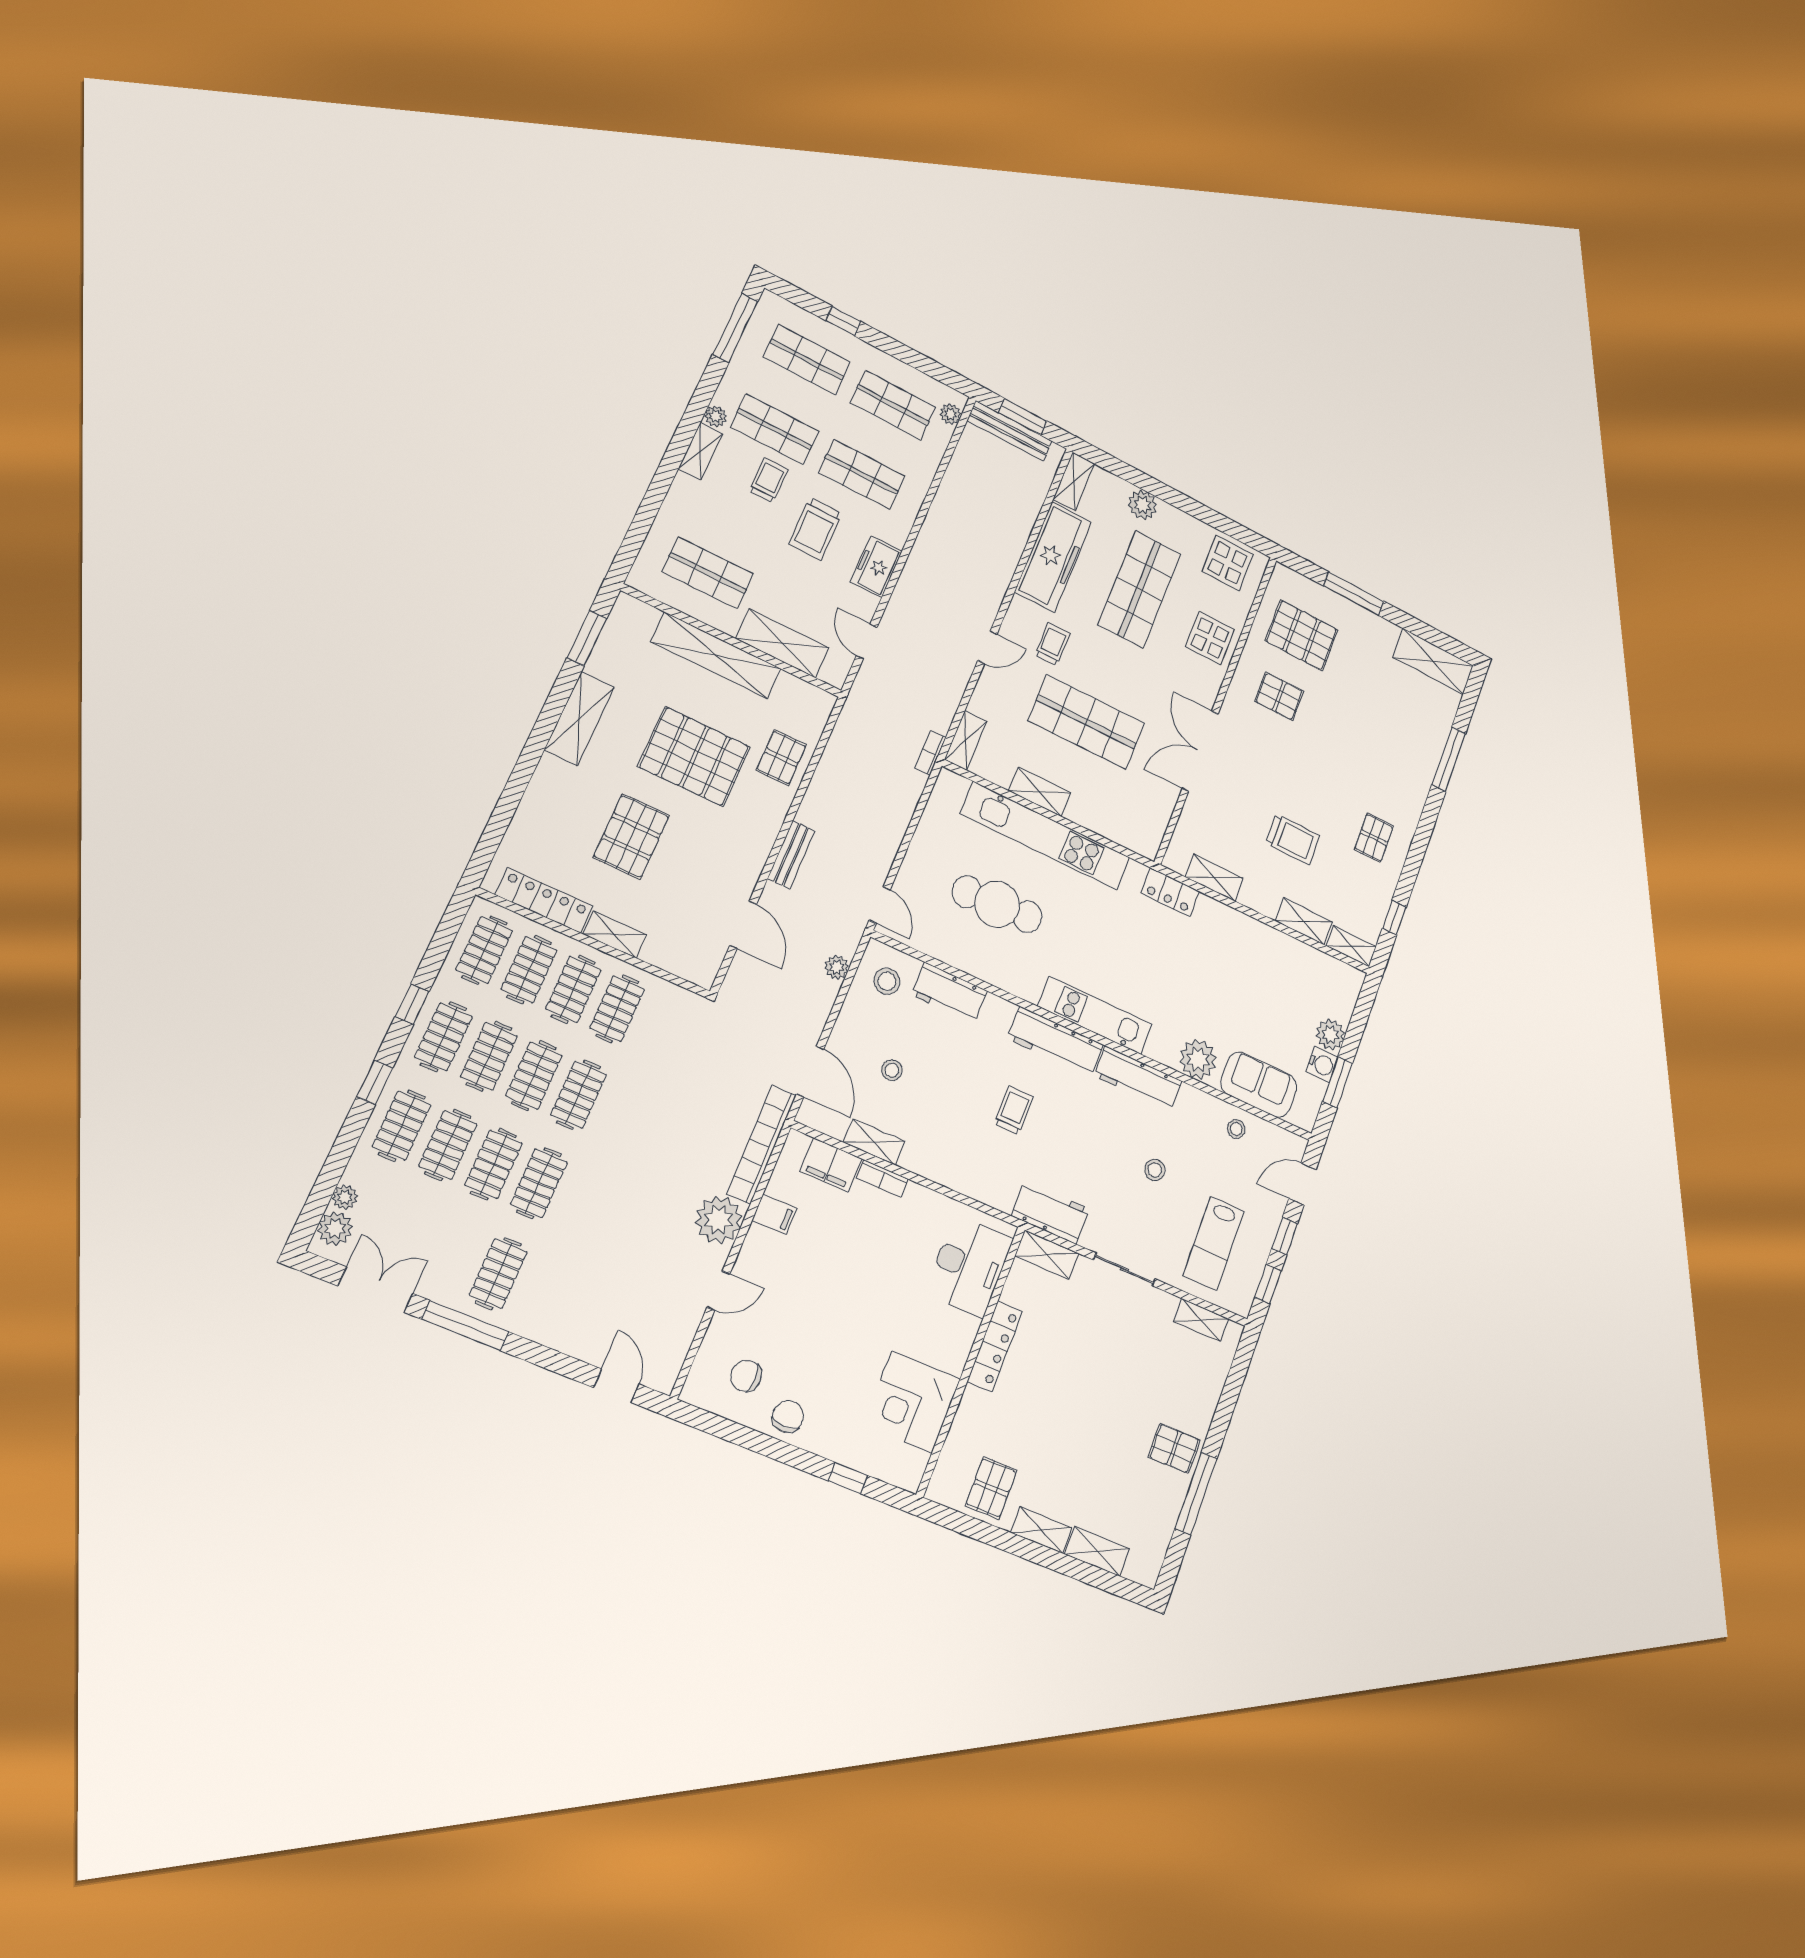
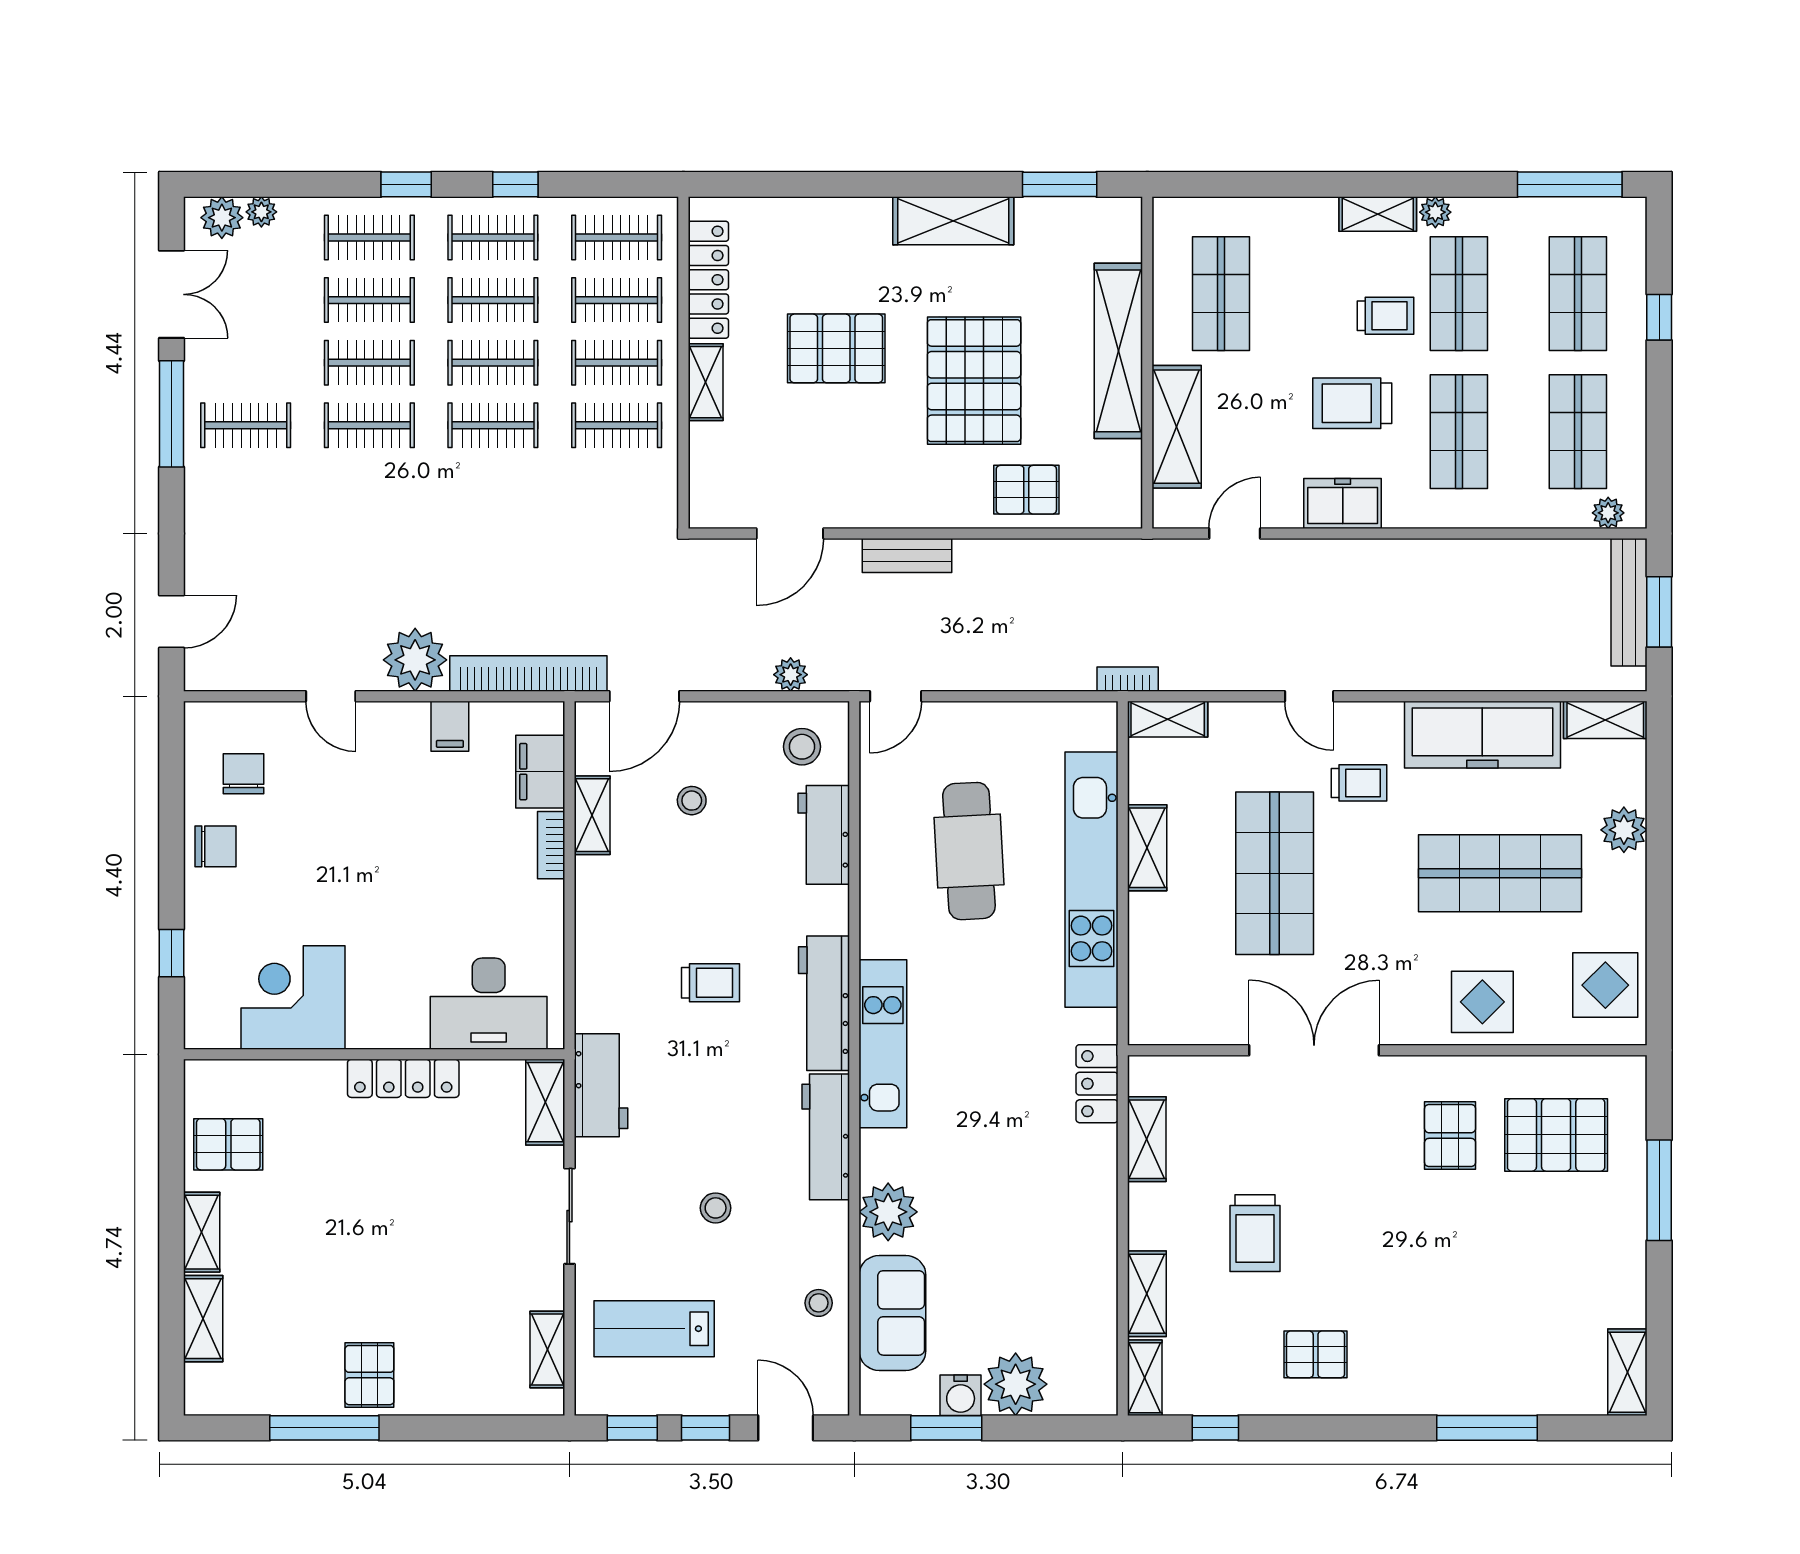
pallet: (1302, 635) -> (1556, 1135), turned 90
shelving: (1433, 661) -> (1627, 1372), width x0.67, depth x0.75
plant: (1330, 1035) -> (1016, 1384), width x1.36, depth x1.36

